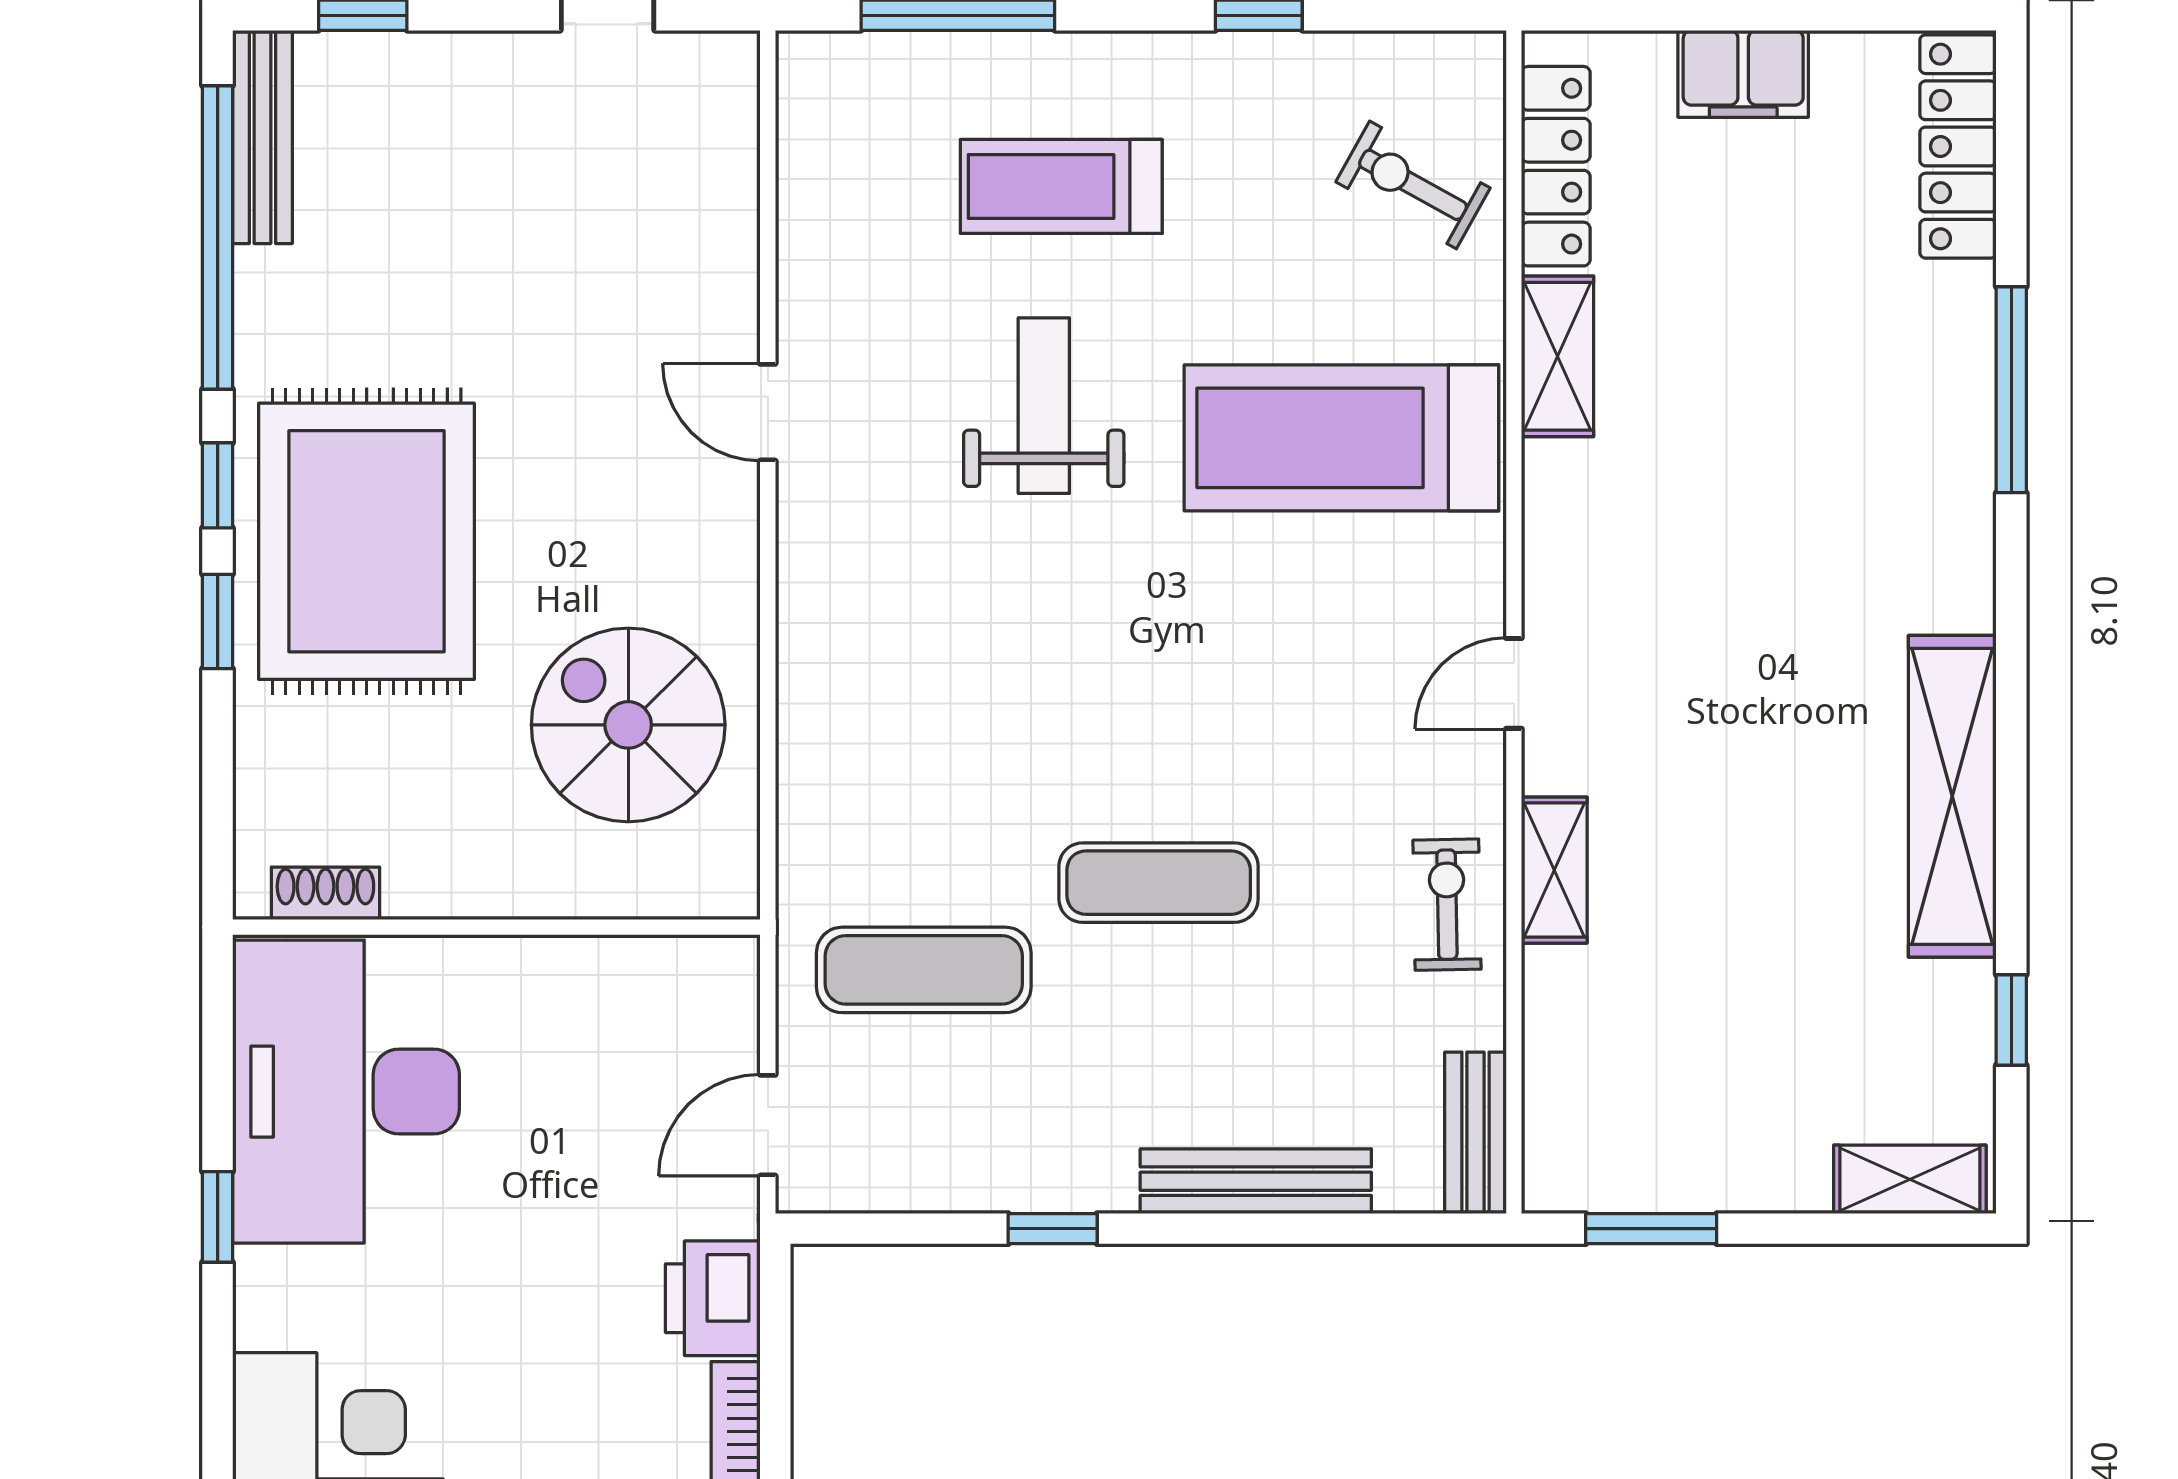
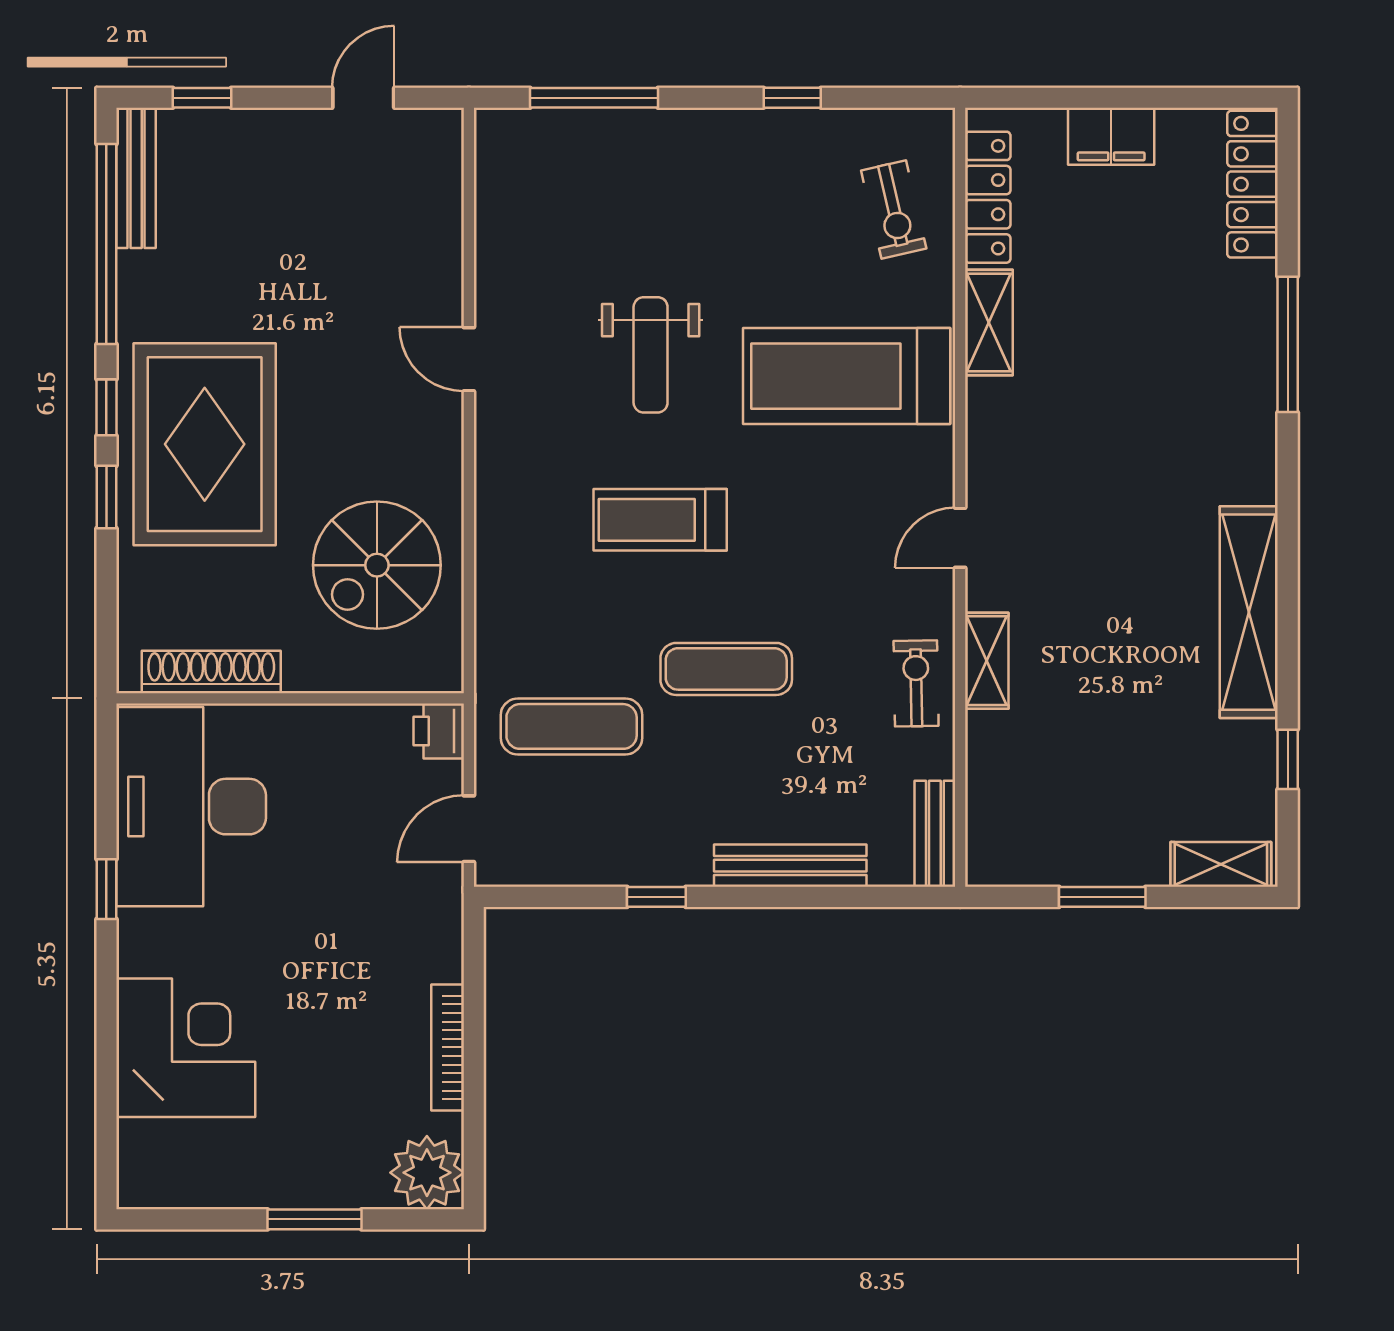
exercise bike: (1413, 185) -> (894, 210), turned -132
treadmill: (1061, 186) -> (660, 520), moved
weight bench: (1044, 406) -> (651, 355), turned 180
spiral stairs: (628, 725) -> (377, 565), turned -90
shoe rack: (325, 893) -> (211, 672), width x1.94, depth x1.24
window: (1651, 1229) -> (1102, 897), moved
printer: (713, 1298) -> (439, 731), moved, width x0.73, depth x0.81

